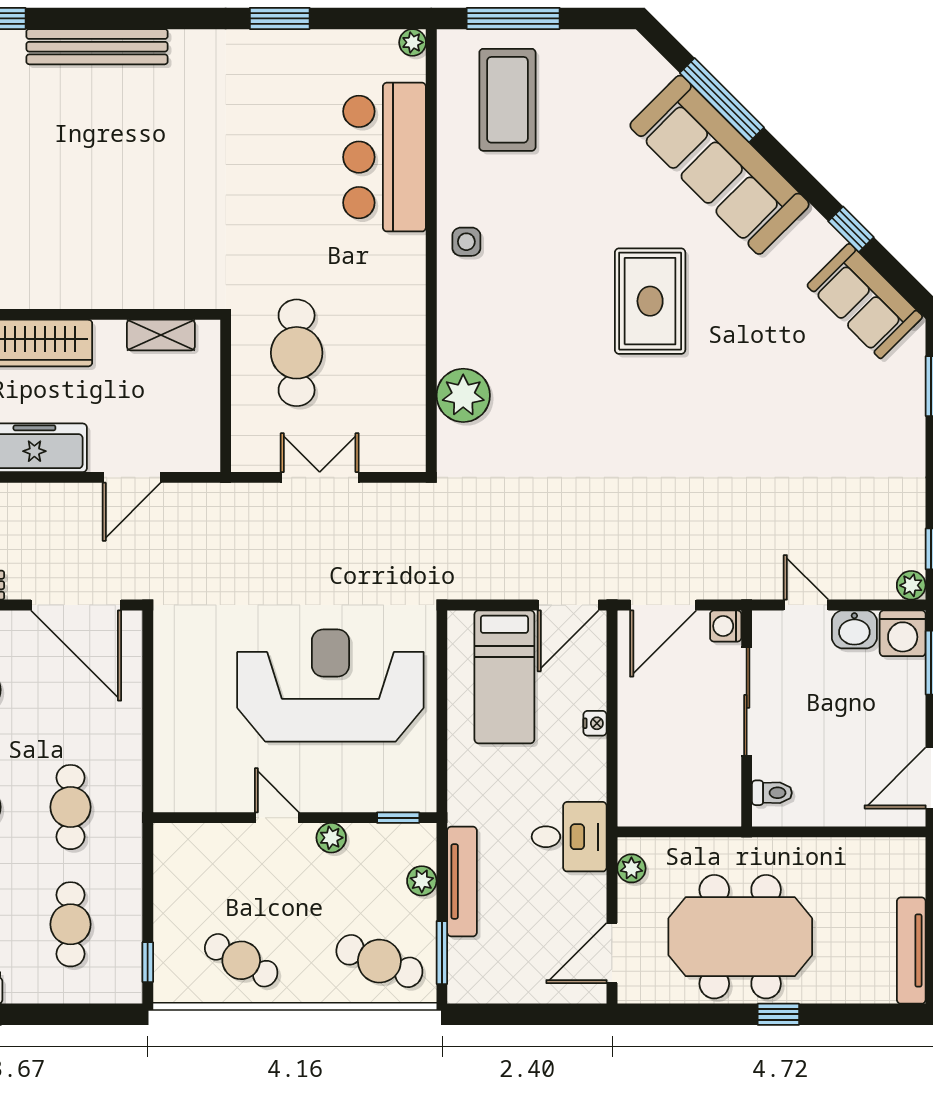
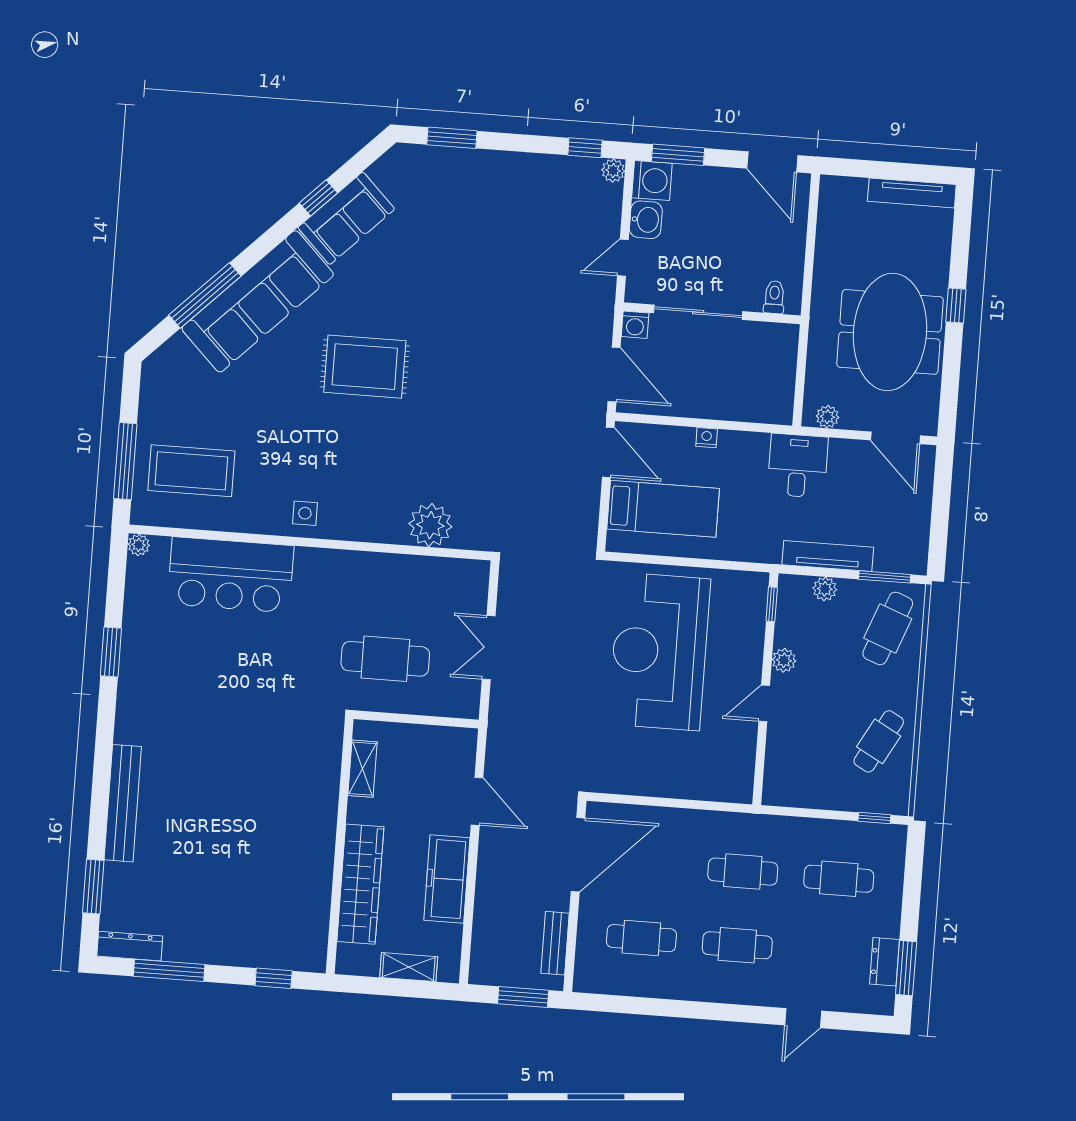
sofa: (865, 301) -> (346, 218), moved

